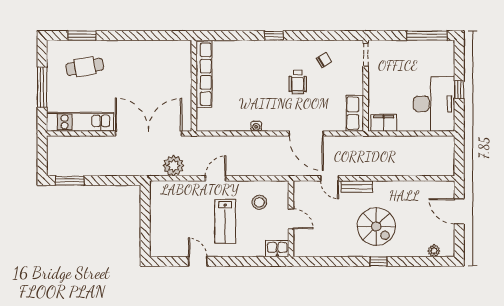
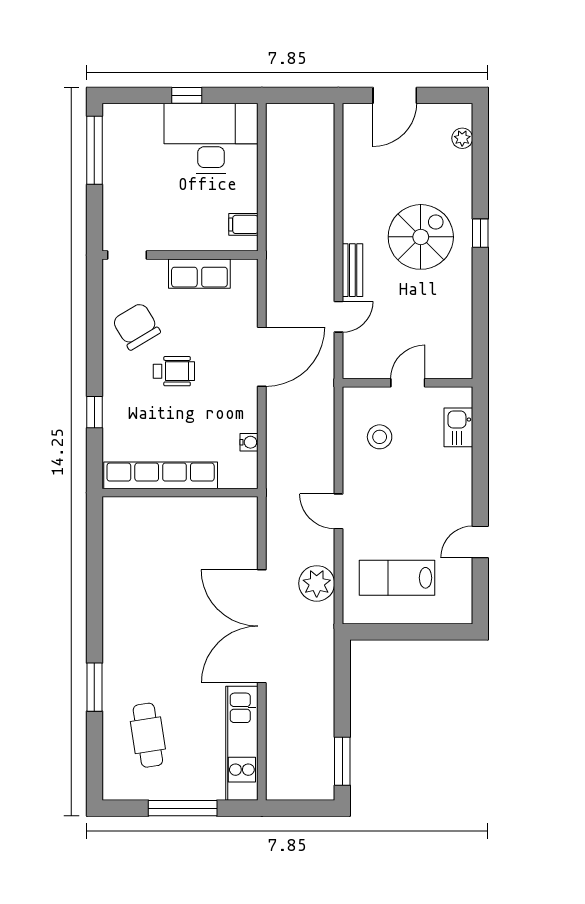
window: (82, 36) -> (94, 687), moved
chair: (324, 60) -> (136, 326), width x1.87, depth x1.87
row of seats: (204, 74) -> (161, 475), moved
wall: (194, 86) -> (180, 493), moved
row of seats: (355, 113) -> (199, 274), moved
filing cabinet: (384, 123) -> (243, 224), width x0.50
lab bench: (225, 221) -> (397, 578), moved, turned 180
kitchen sink: (277, 249) -> (458, 427), moved

